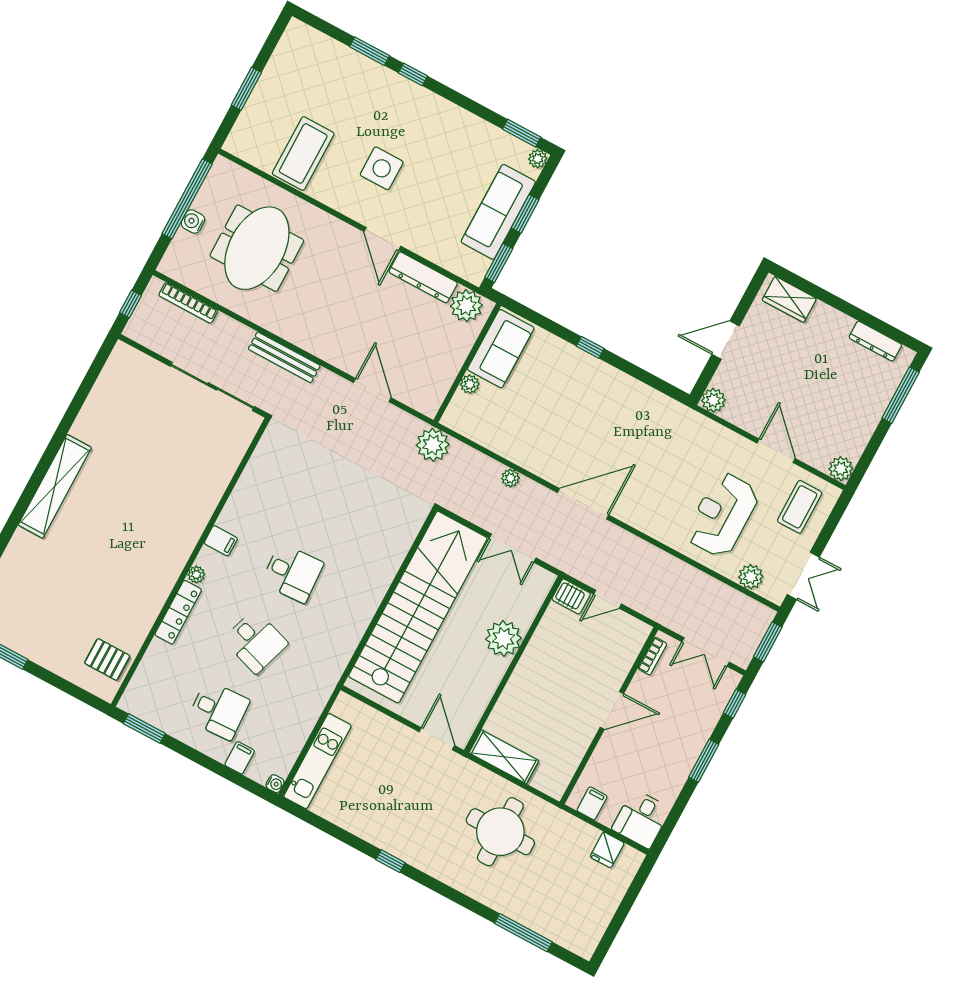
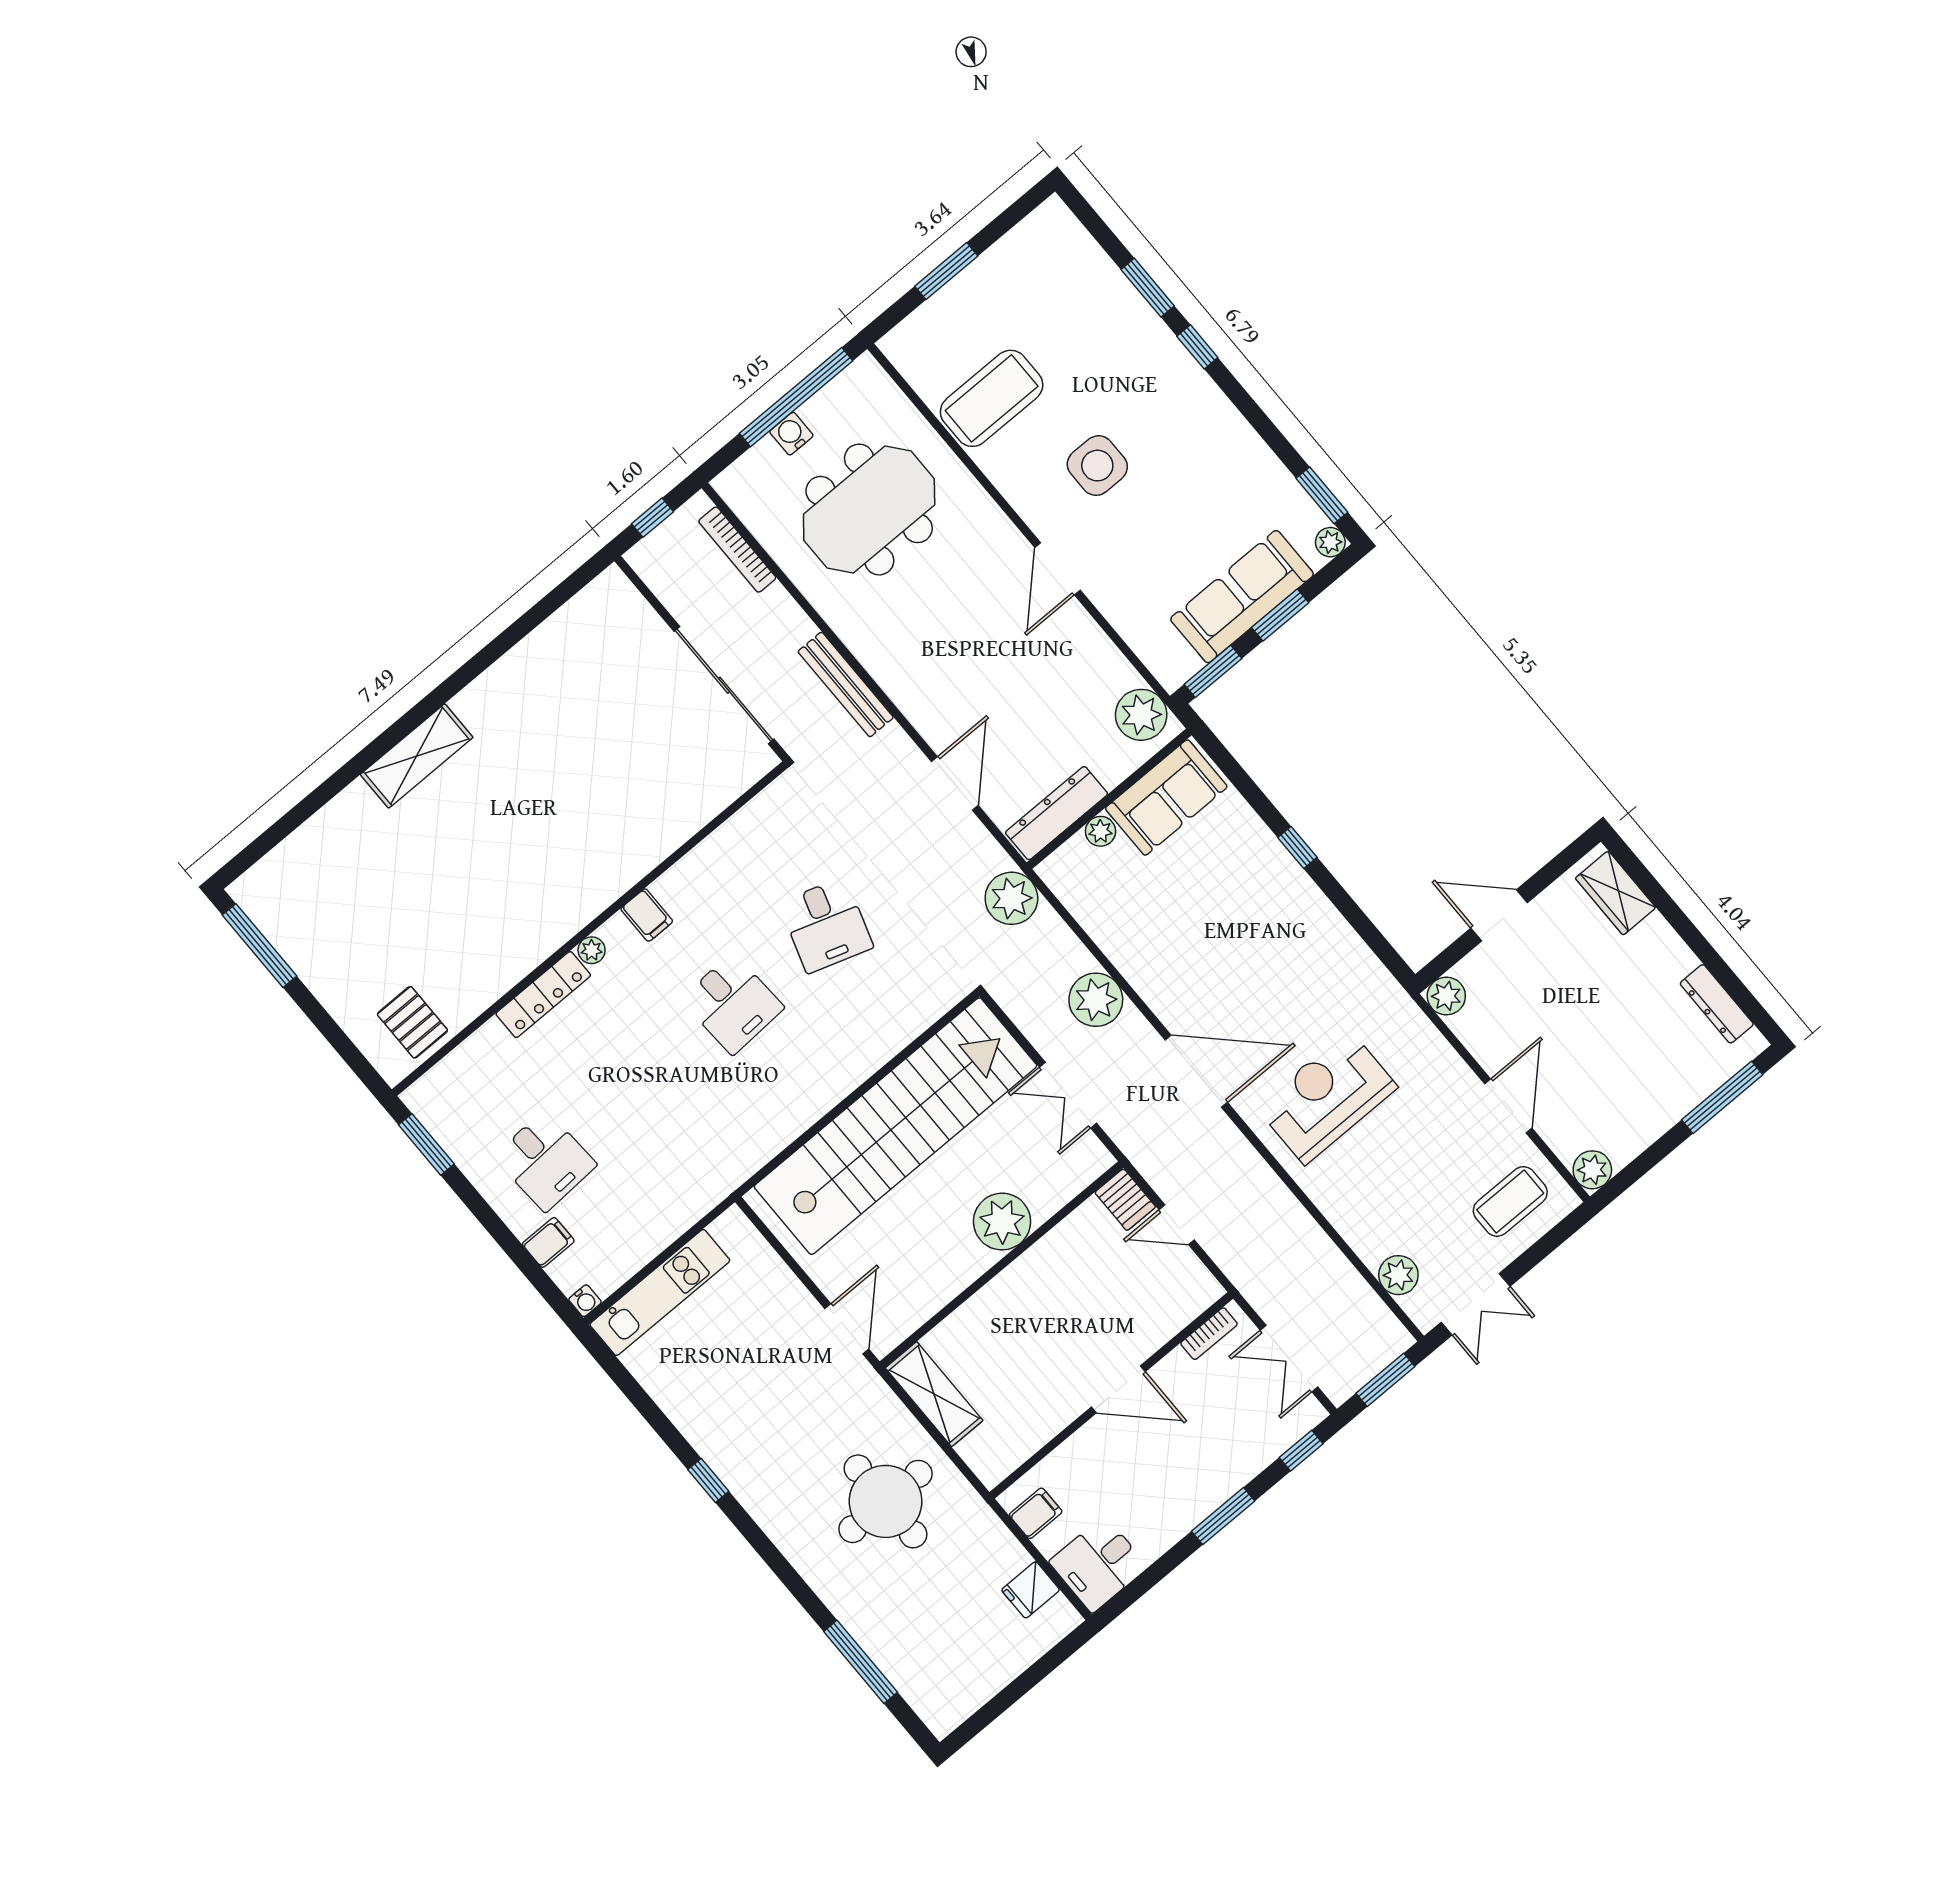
dresser: (423, 277) -> (1057, 813), moved, turned 90
plant: (510, 478) -> (1096, 1000), width x1.87, depth x1.87
shelving: (55, 486) -> (417, 756), width x0.68
reception desk: (722, 515) -> (1327, 1097), moved
desk: (255, 642) -> (826, 925), moved

